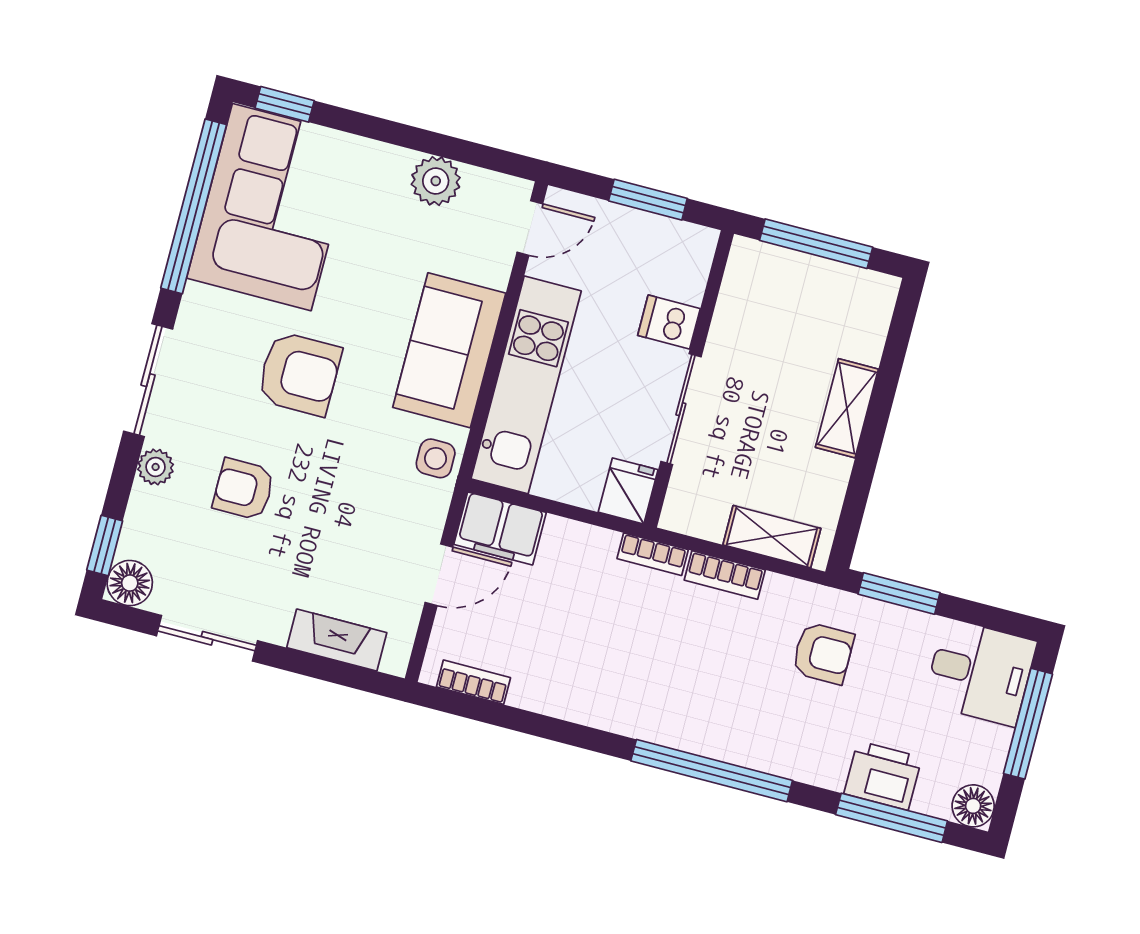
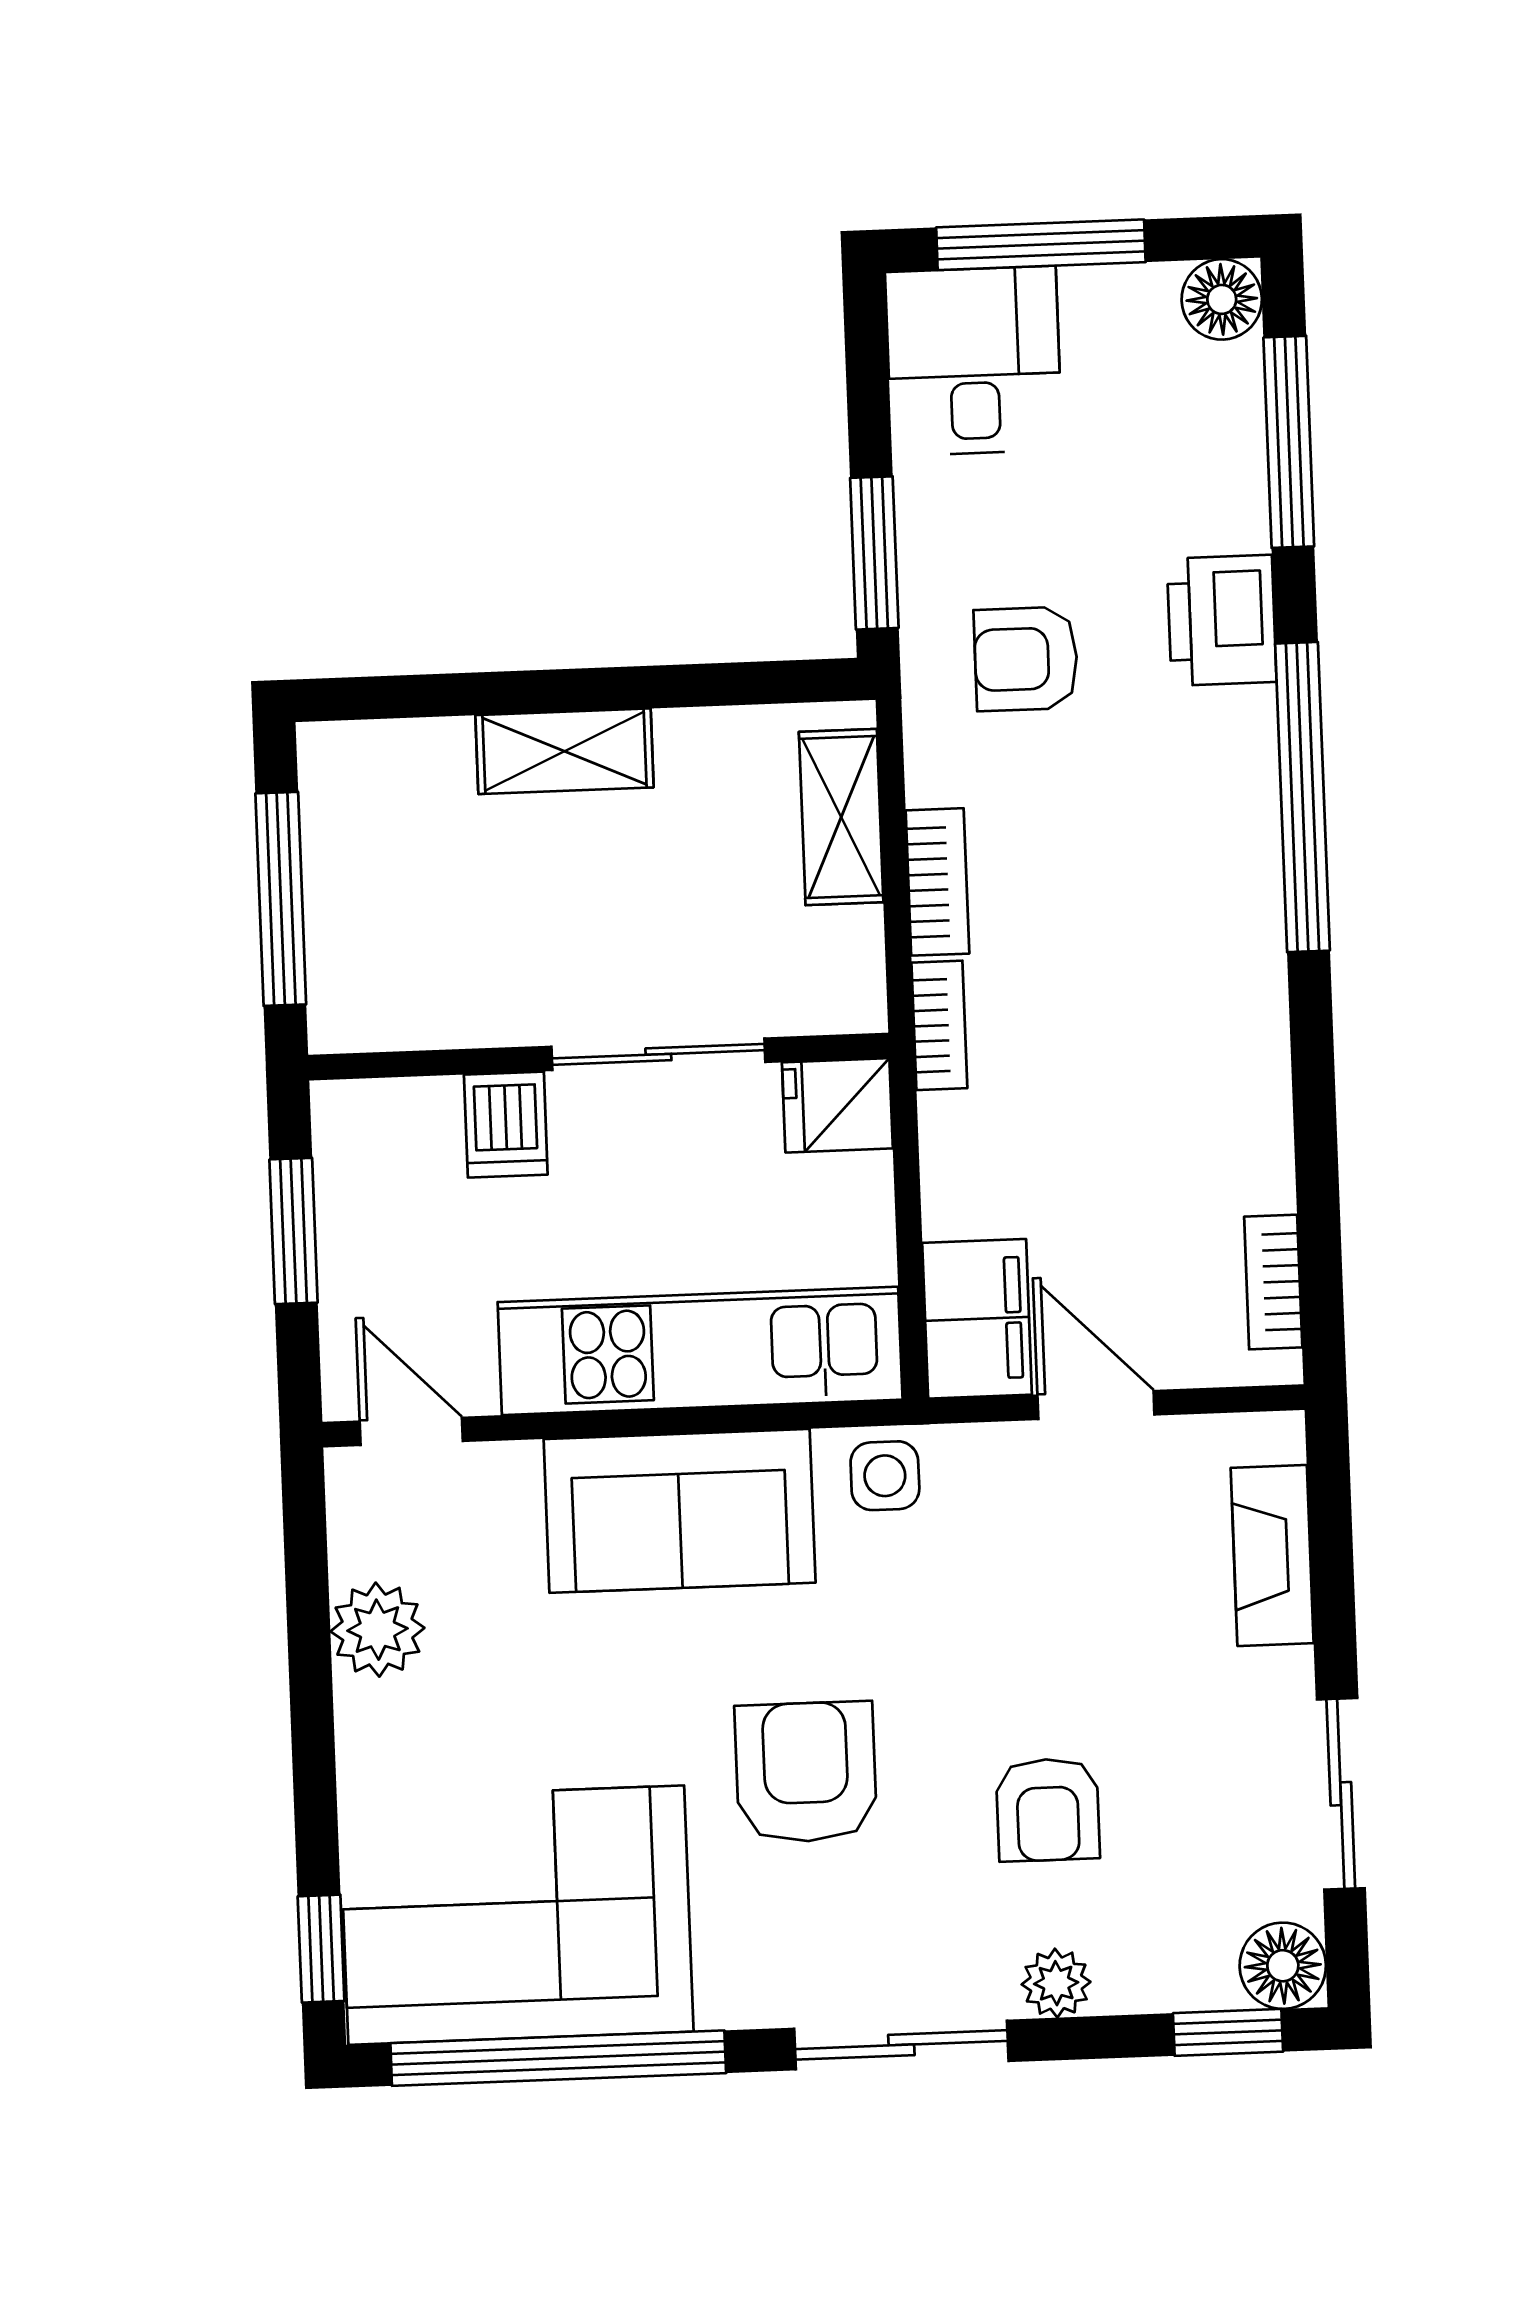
armchair: (823, 653) -> (1026, 659), turned -90
printer: (883, 776) -> (1222, 620), moved

